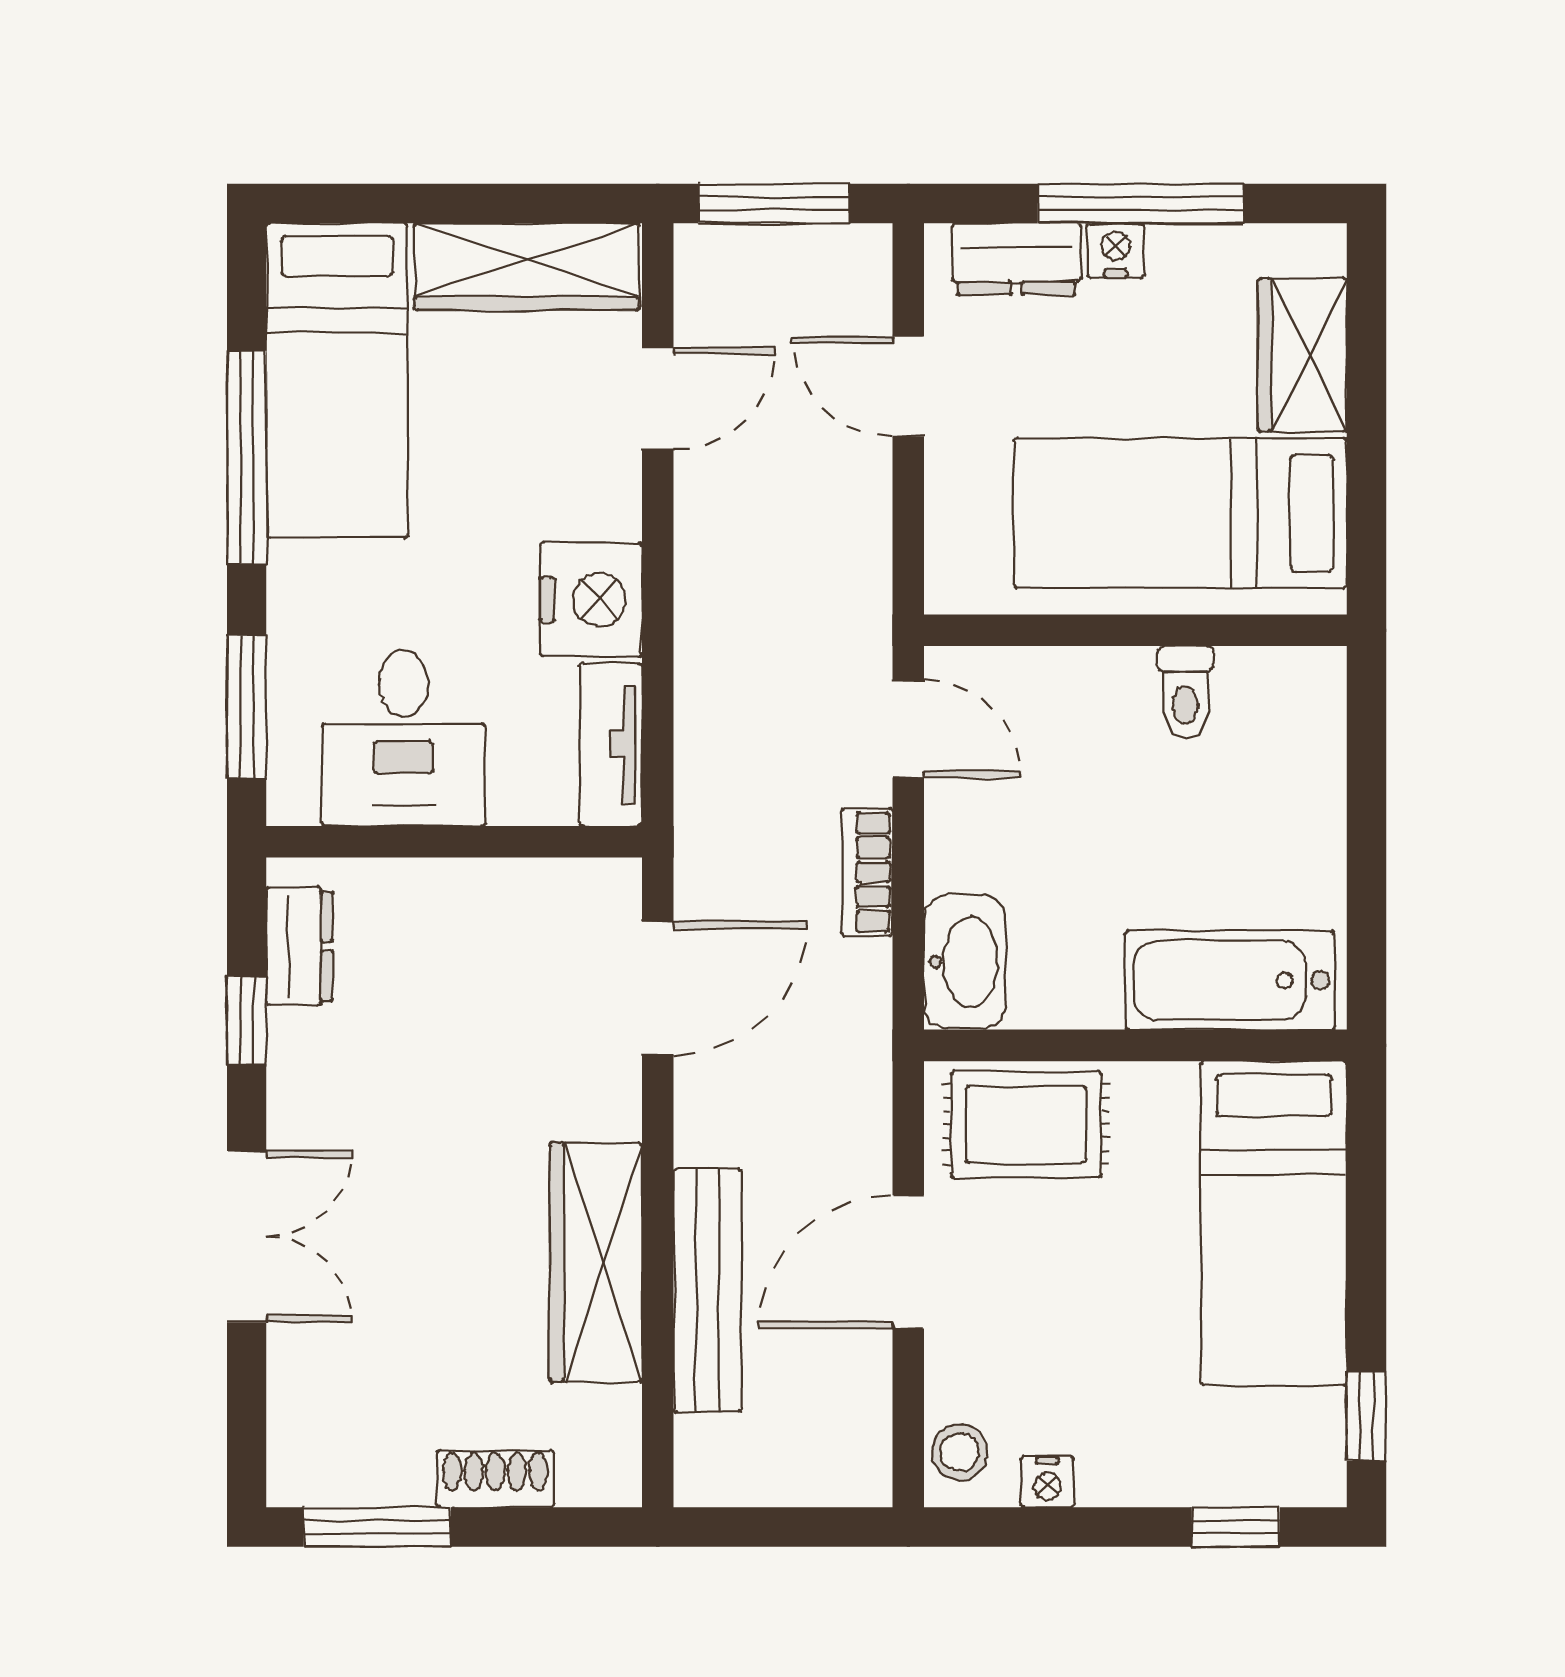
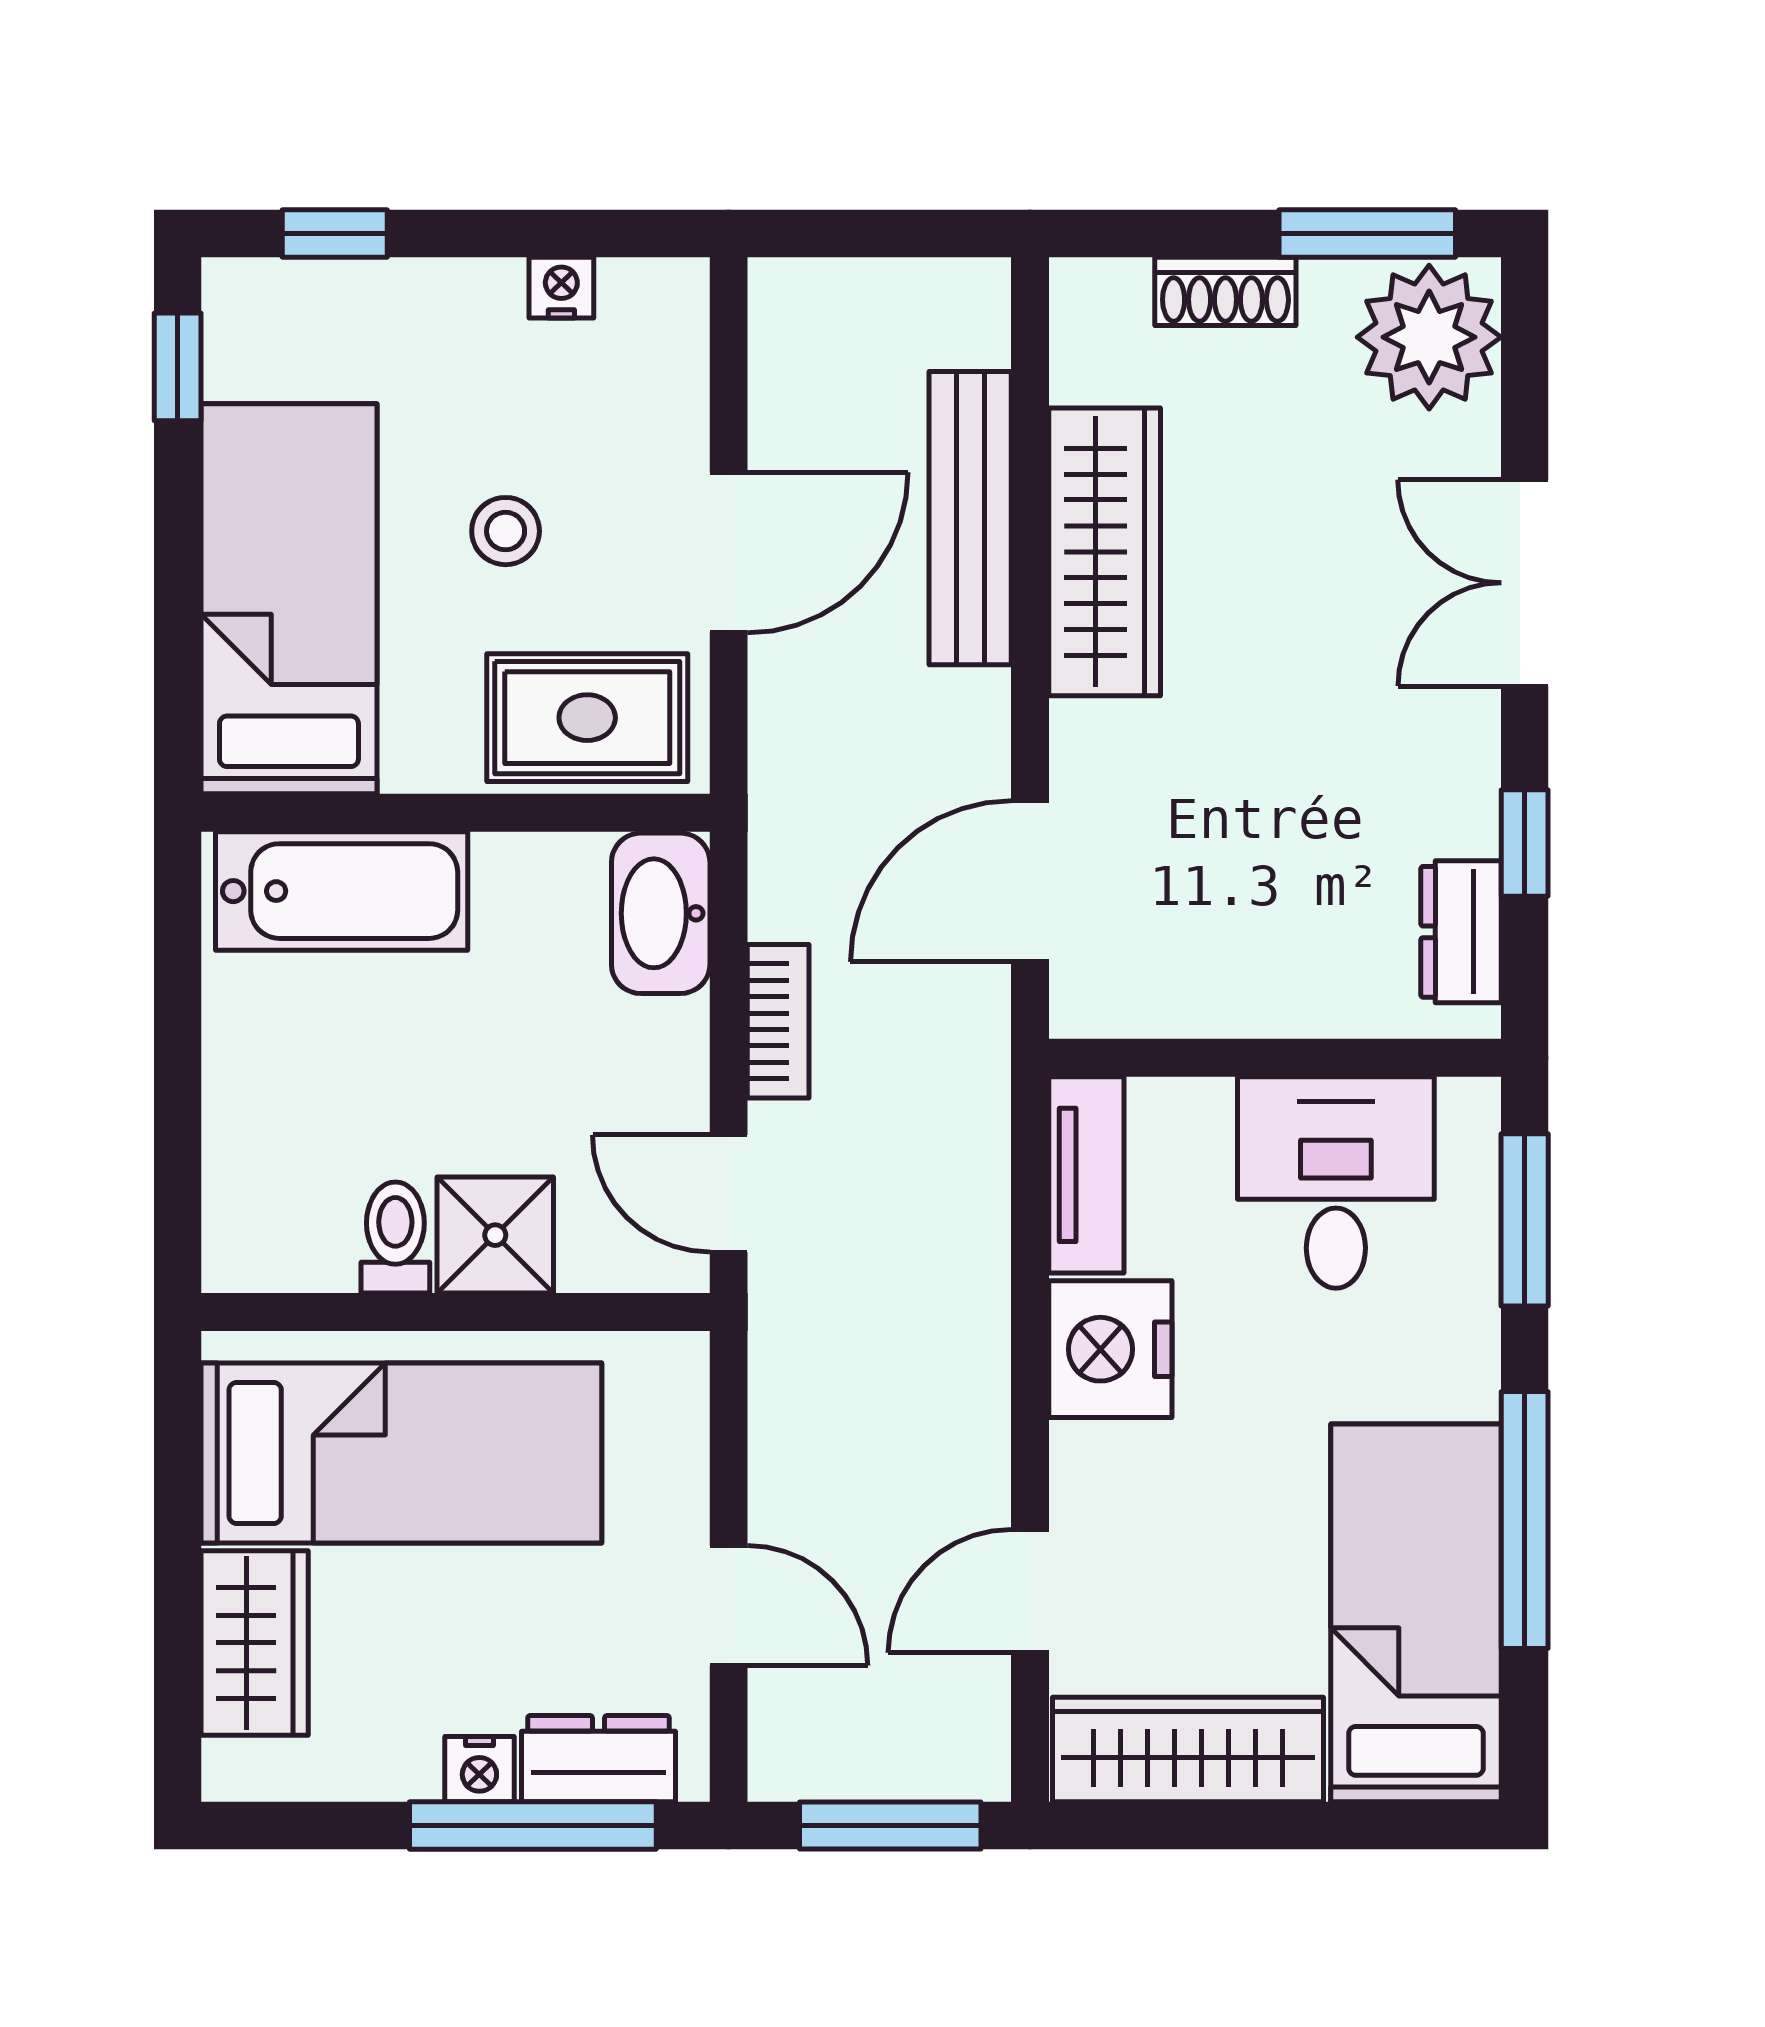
window: (1140, 204) -> (533, 1825), moved
shower: (1102, 694) -> (495, 1235), added
plant: (326, 1441) -> (1429, 337), added
stool: (960, 1452) -> (506, 531), moved

